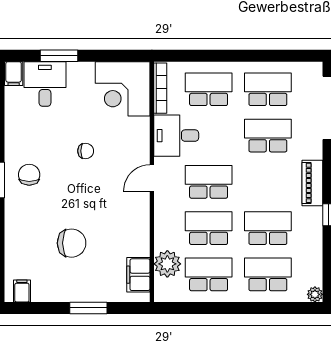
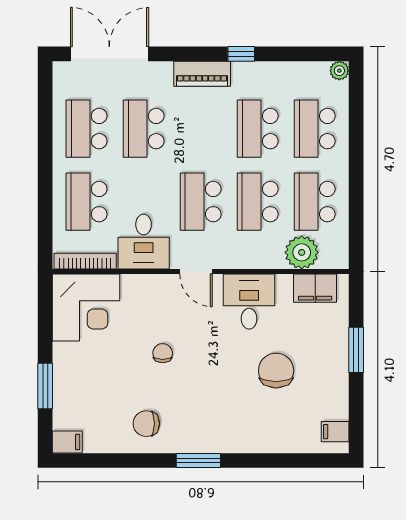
desk: (45, 84) -> (249, 302), moved, turned 90
chair: (29, 175) -> (146, 424), moved

